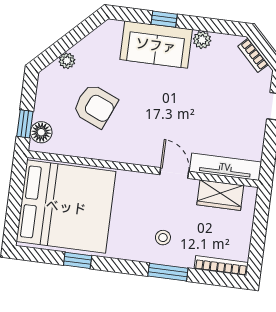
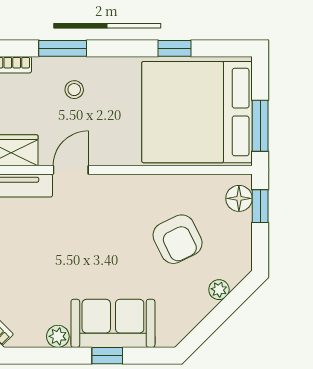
armchair: (95, 106) -> (178, 239), turned -139
door: (174, 173) -> (71, 170), swing flipped
window: (16, 189) -> (260, 126), added

